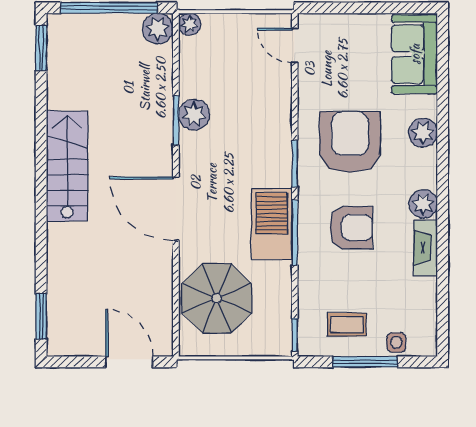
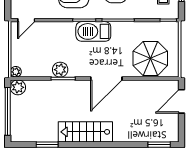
window: (41, 48) -> (47, 145), moved
barbecue: (272, 224) -> (93, 31), moved

